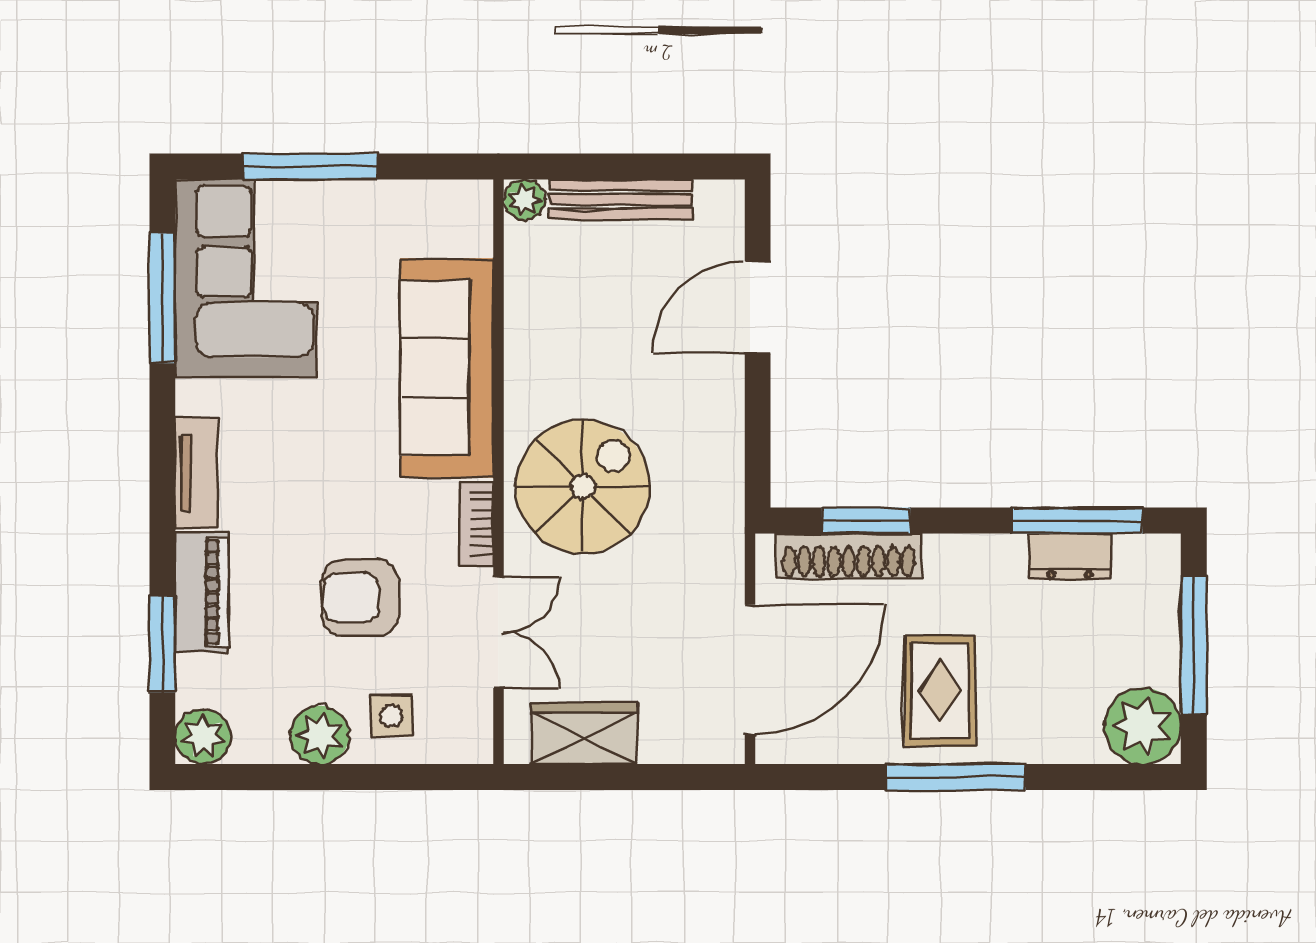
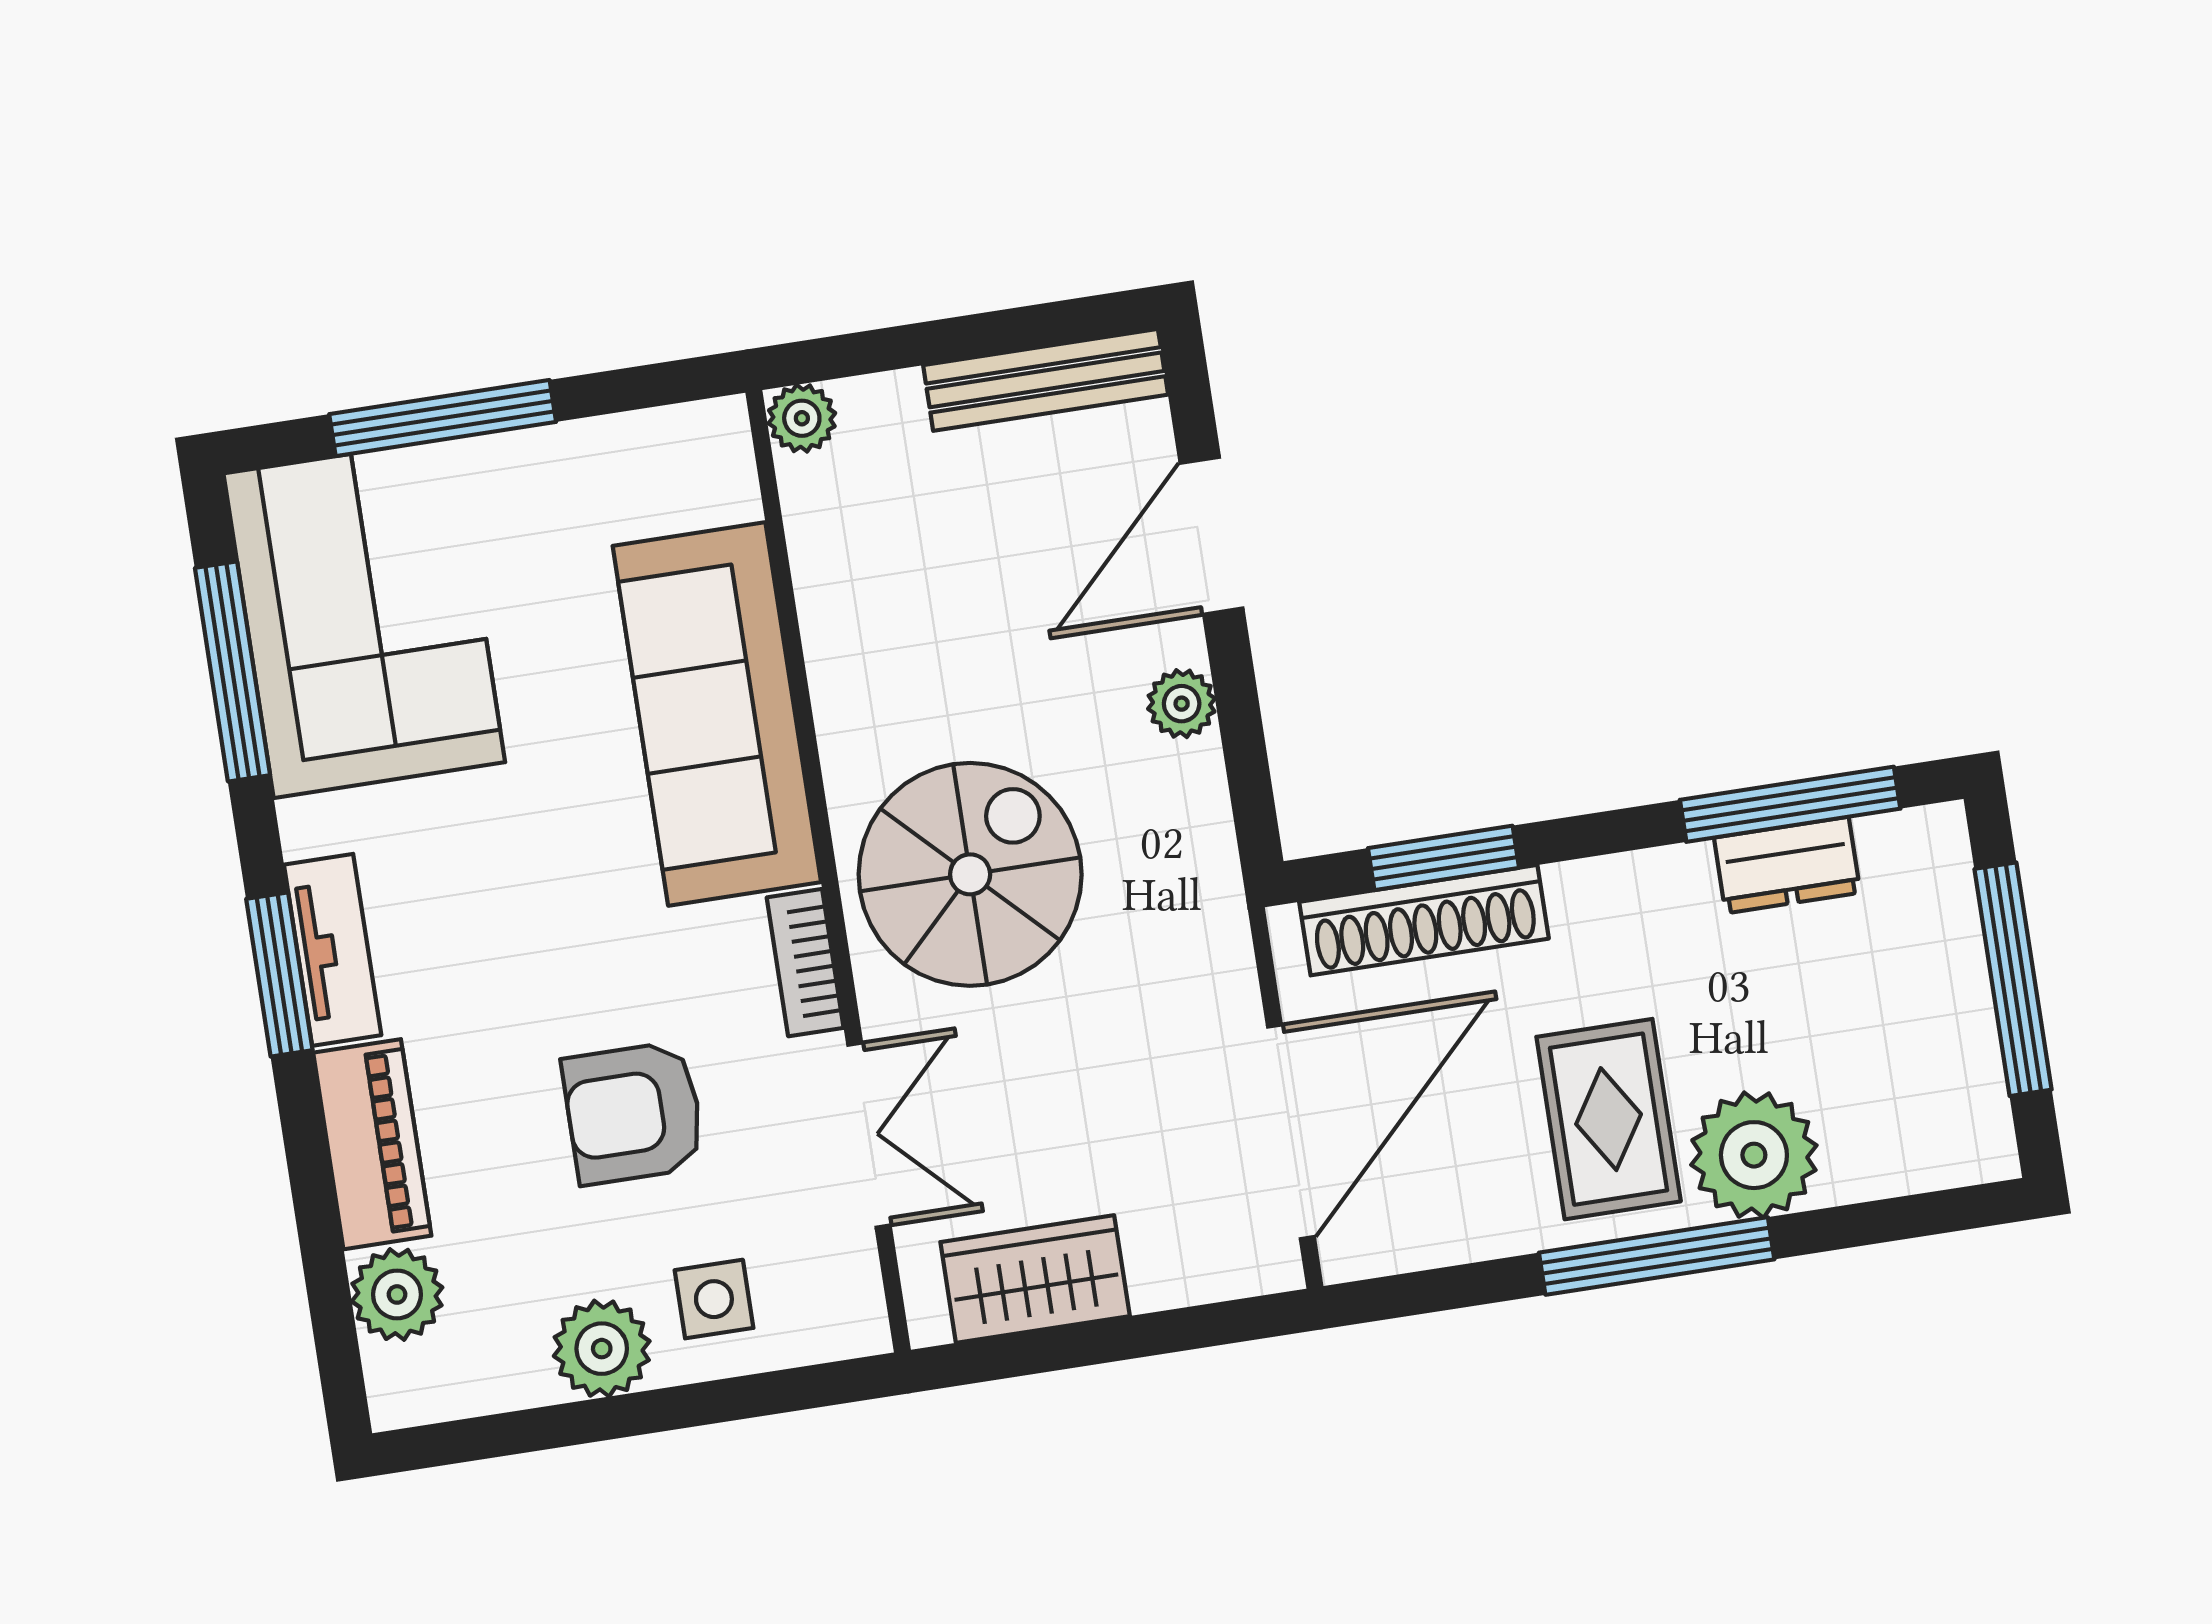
bench: (621, 199) -> (1046, 380), moved
plant: (724, 404) -> (1182, 704), added
window: (162, 644) -> (279, 974), moved
plant: (1143, 726) -> (1754, 1155), moved
plant: (203, 736) -> (397, 1294), moved

